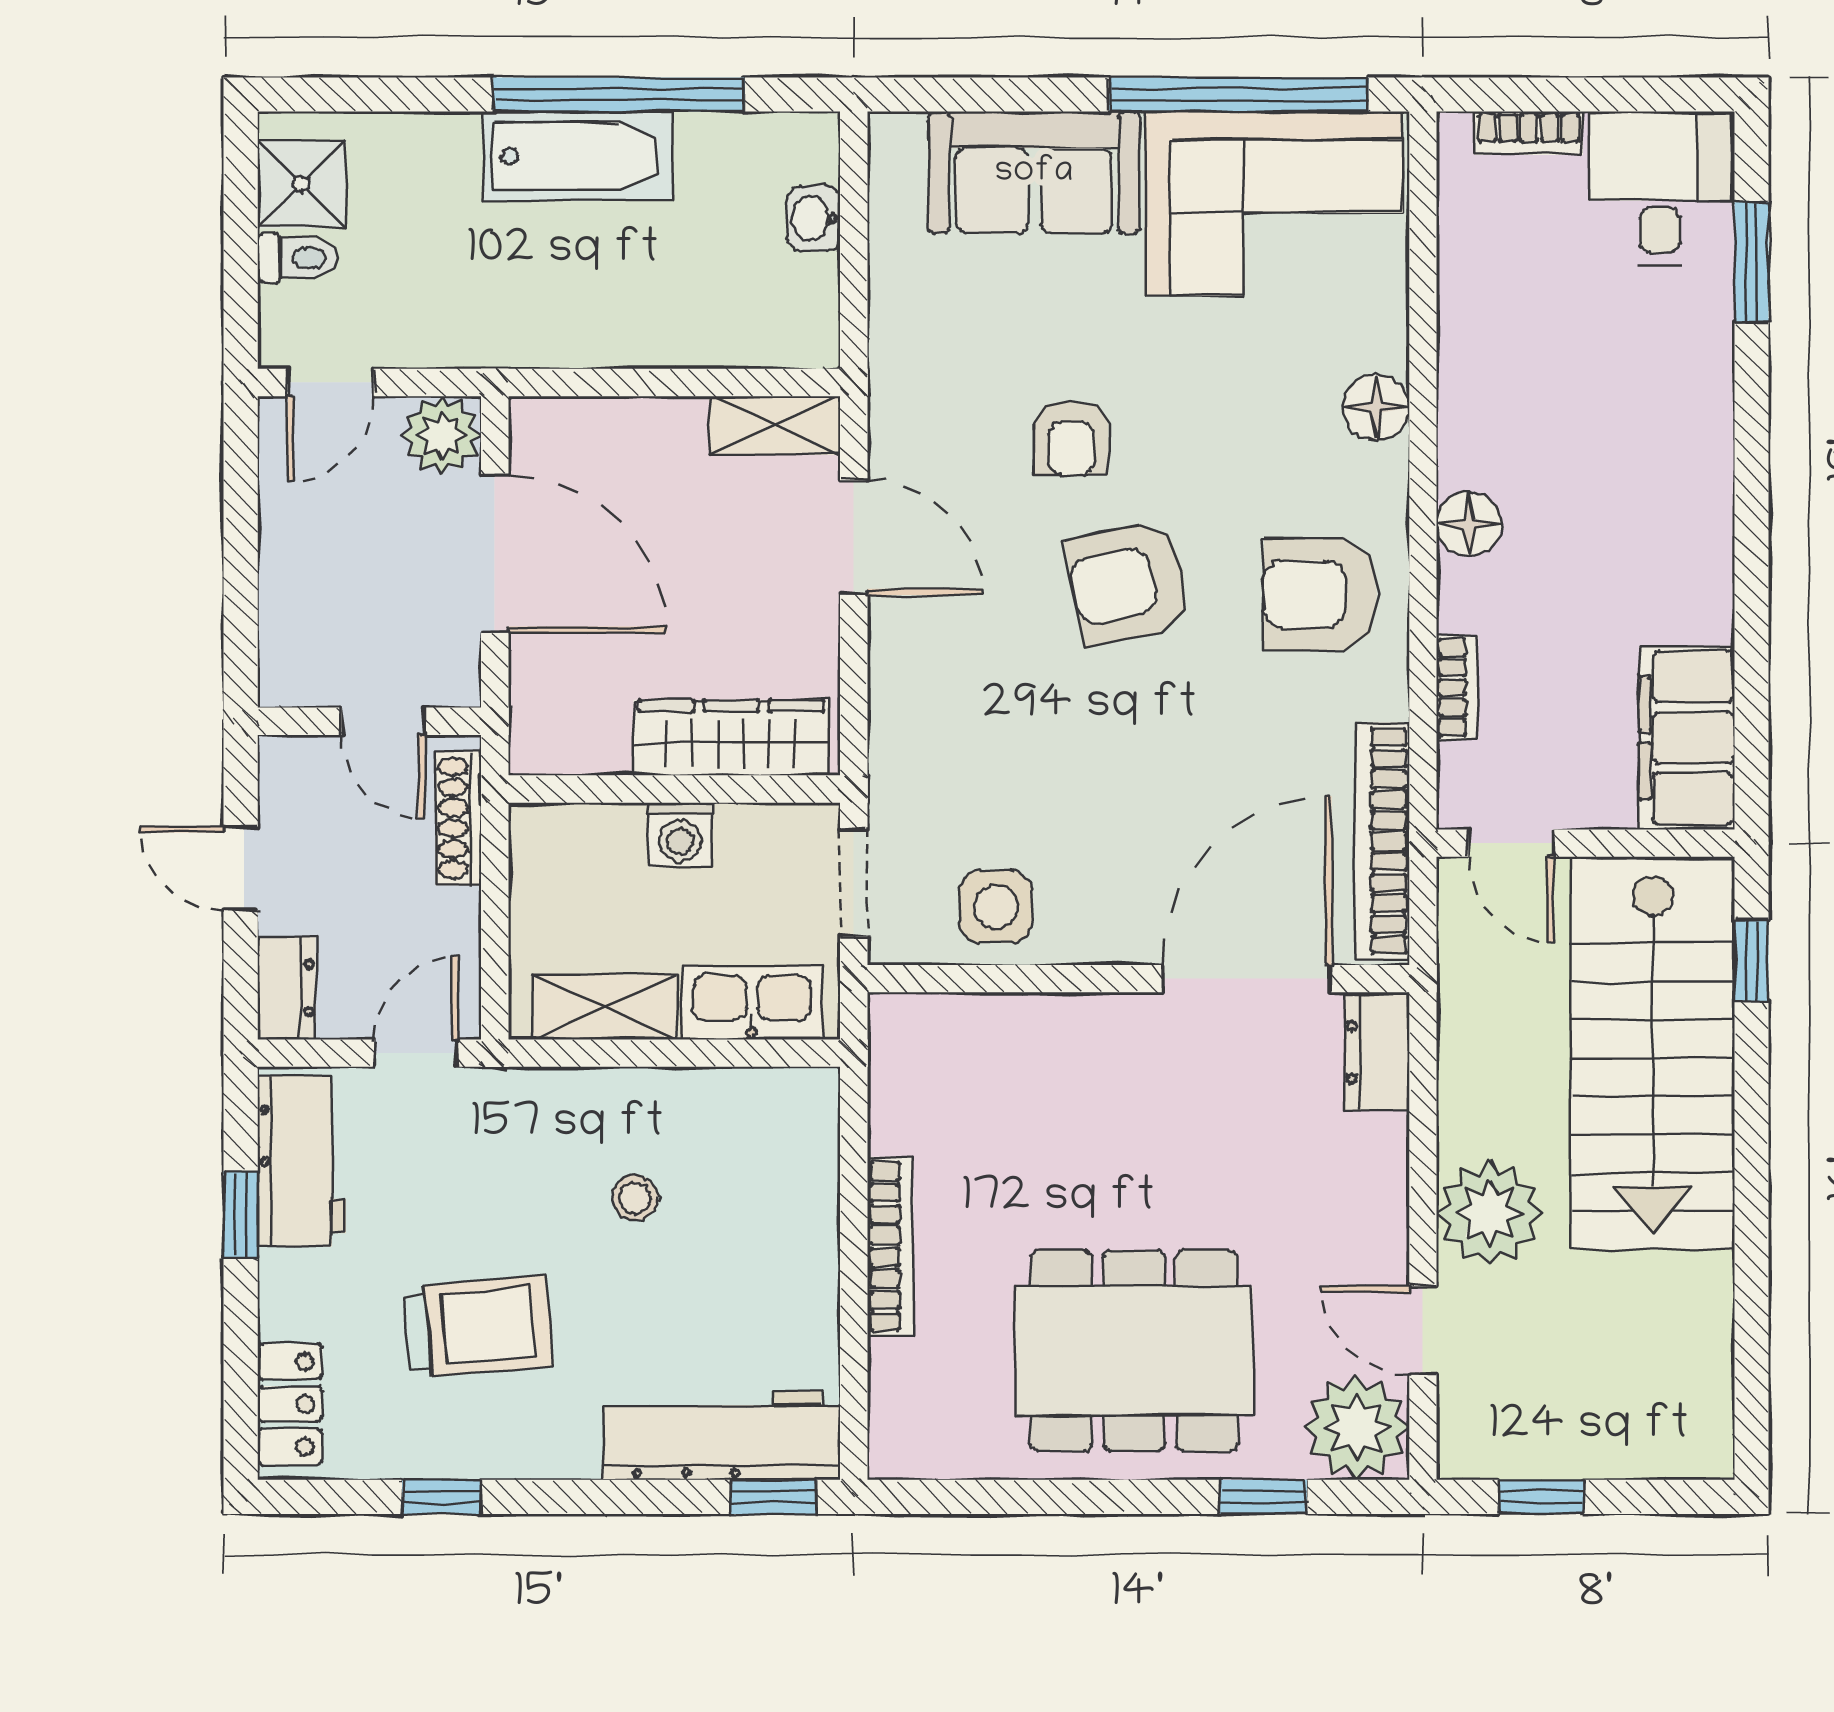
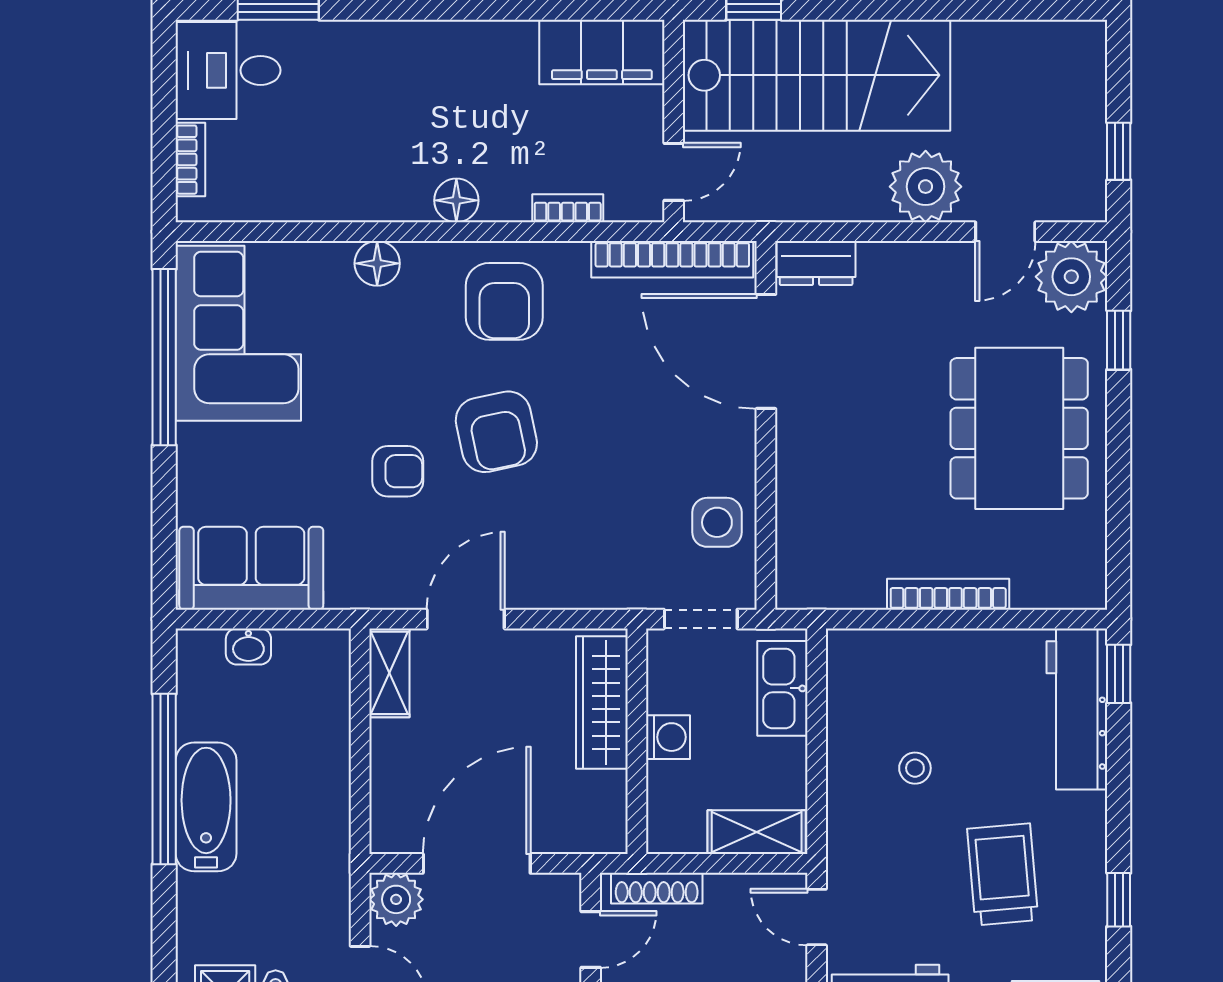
sofa: (1034, 173) -> (251, 568), moved, turned -90
shelving: (605, 1007) -> (757, 832), moved, turned 90

